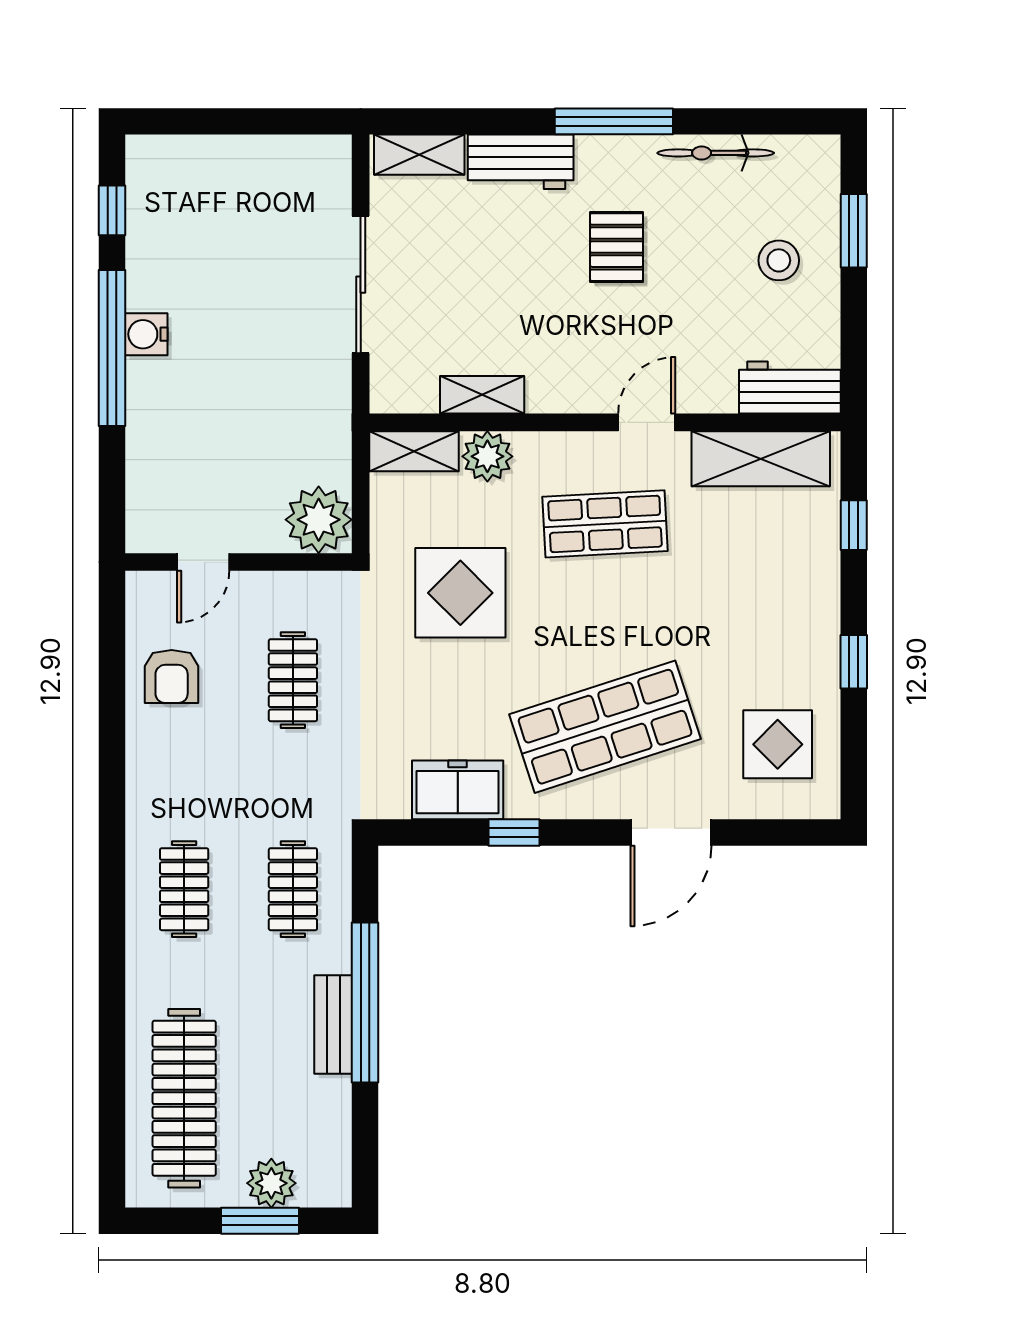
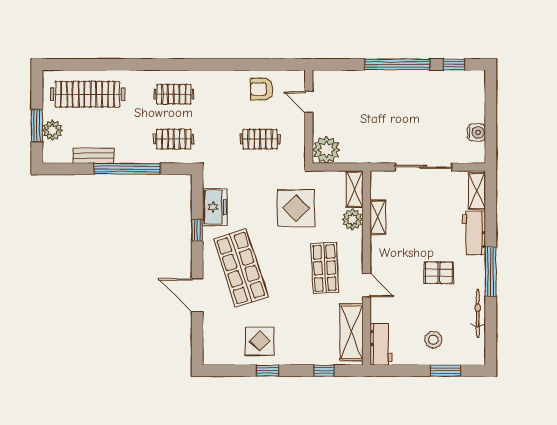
water cooler: (146, 334) -> (477, 132), moved, turned 90
display table: (778, 744) -> (260, 341), moved
bench: (333, 1025) -> (94, 156), moved

